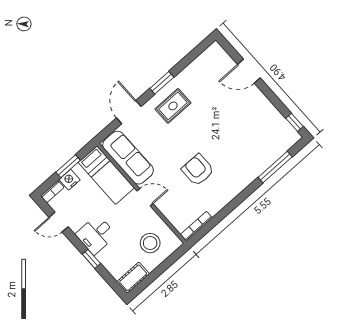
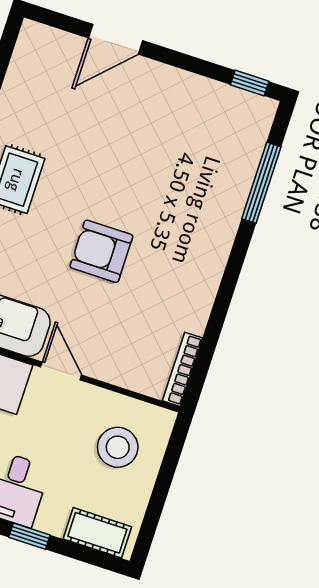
armchair: (198, 170) -> (101, 251), moved
door: (145, 197) -> (61, 371), hinge flipped
cot: (133, 278) -> (97, 533), moved, turned 90

